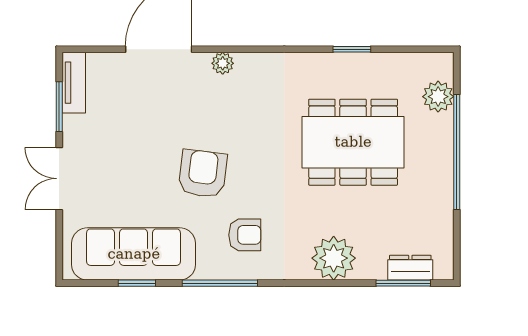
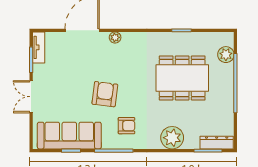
dresser: (410, 268) -> (217, 143), width x1.44

